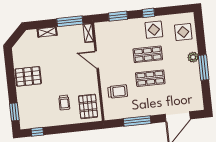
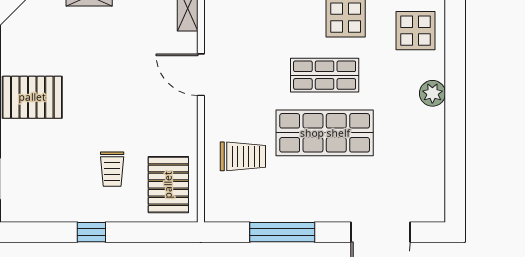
window: (204, 67) -> (455, 121), removed
shop shelf: (150, 78) -> (325, 133), width x1.43, depth x1.36
window: (37, 132) -> (91, 232), moved

